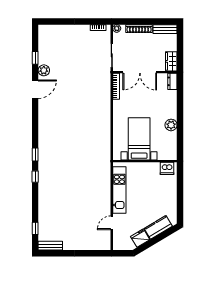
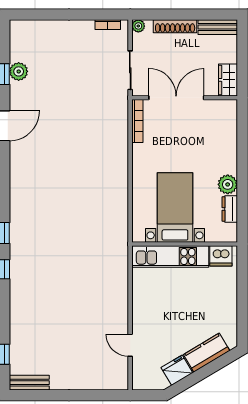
plant: (44, 70) -> (19, 71), moved
double door: (140, 72) -> (176, 98), swing flipped
dresser: (172, 81) -> (230, 209), moved
kitchen unit: (119, 190) -> (170, 256), moved, turned 90
door: (112, 223) -> (130, 345), hinge flipped

